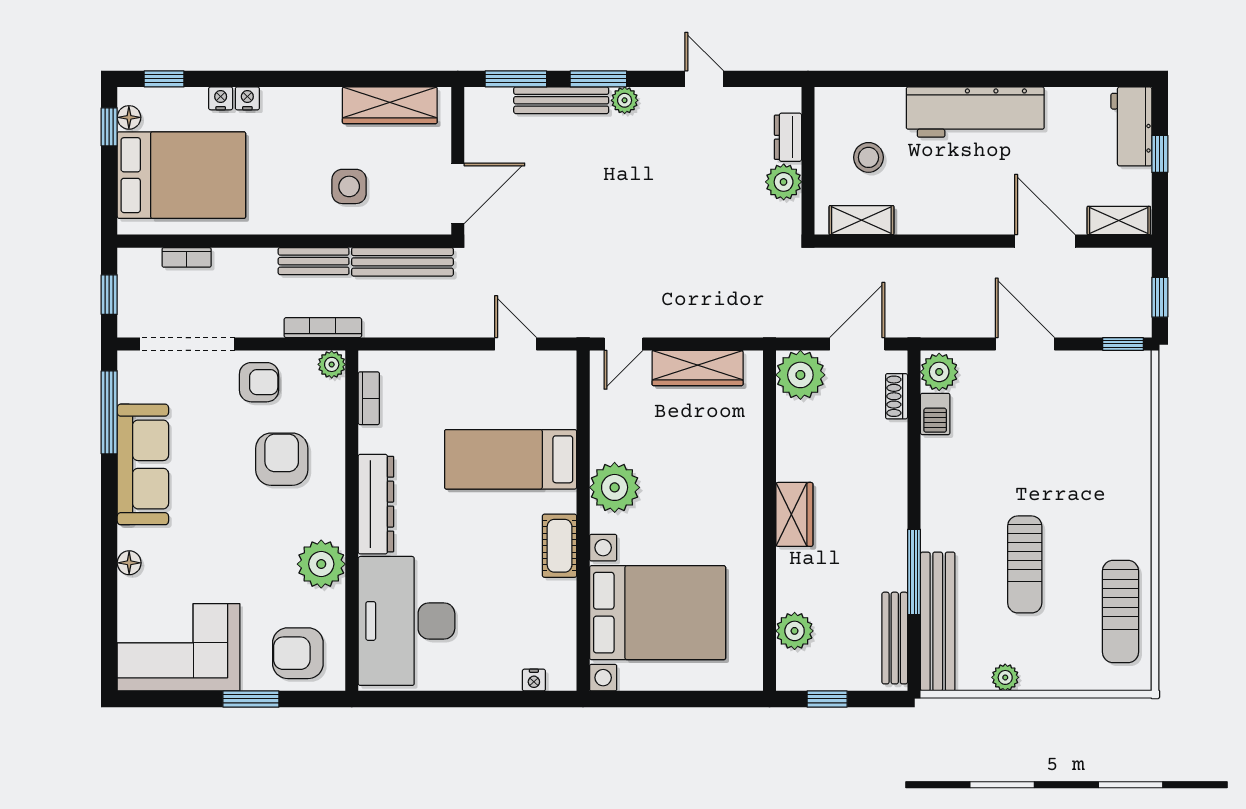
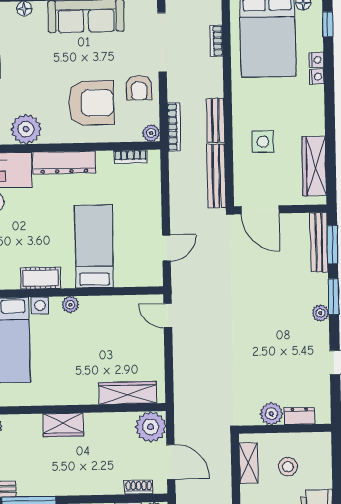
bench: (561, 100) -> (319, 242), moved
wardrobe: (698, 368) -> (128, 393), moved, turned 90
armchair: (282, 459) -> (91, 103), width x1.36, depth x1.36
plant: (615, 487) -> (70, 305), width x0.53, depth x0.53

